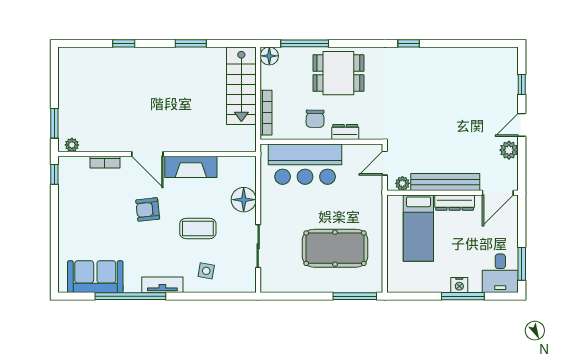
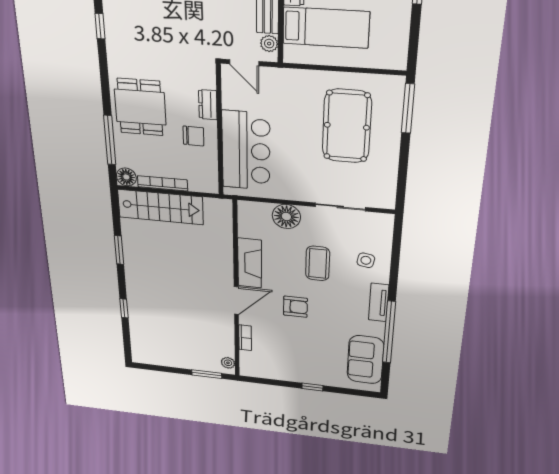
bookcase: (266, 113) -> (162, 183), moved
window: (54, 174) -> (312, 387), moved
armchair: (148, 210) -> (295, 307), turned -84

